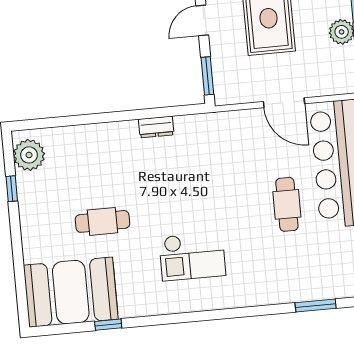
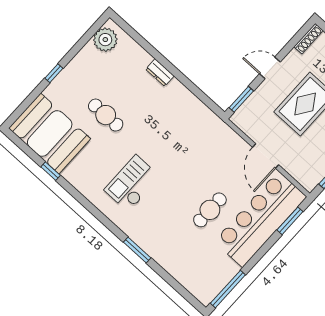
dresser: (156, 127) -> (160, 73), moved
window: (12, 189) -> (54, 73), moved
checkout: (192, 256) -> (132, 183), turned 90
window: (316, 305) -> (137, 250), moved

